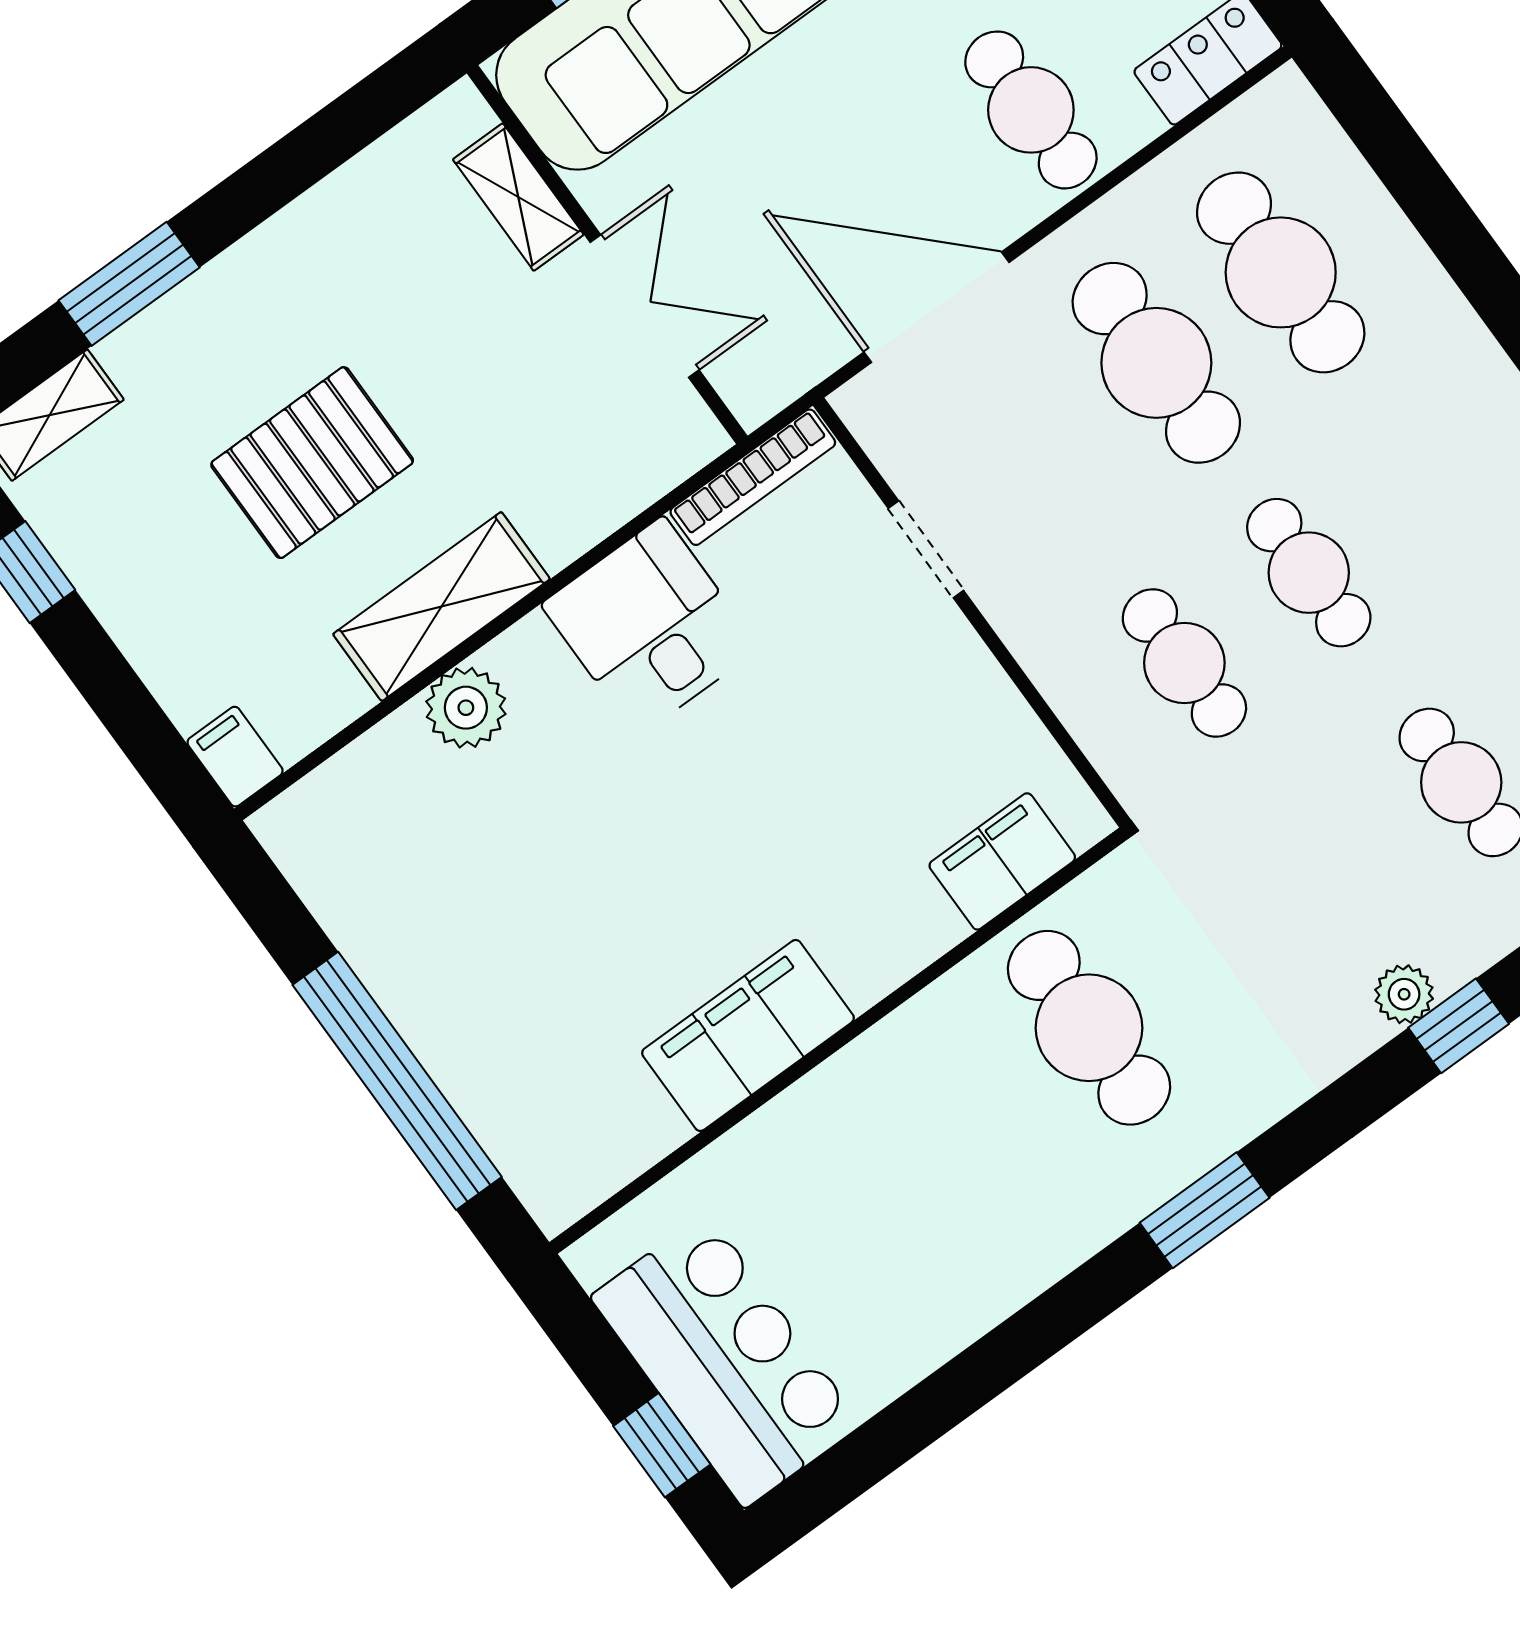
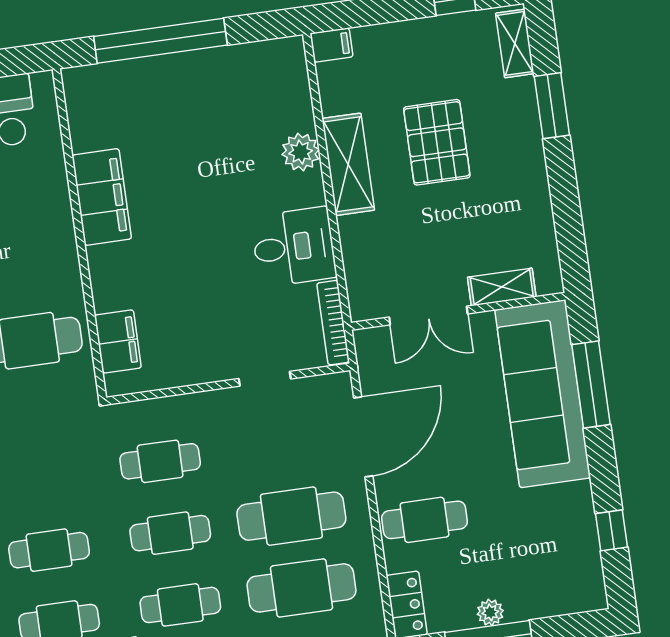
cafe table: (1433, 482) -> (180, 605), added

